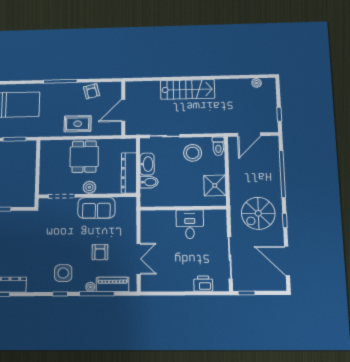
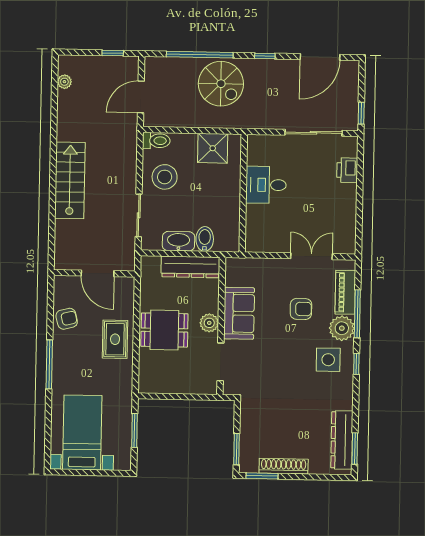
door: (249, 134) -> (141, 97), swing flipped
spiral stairs: (258, 213) -> (221, 84), moved
plant: (90, 287) -> (342, 328), width x1.88, depth x1.88

